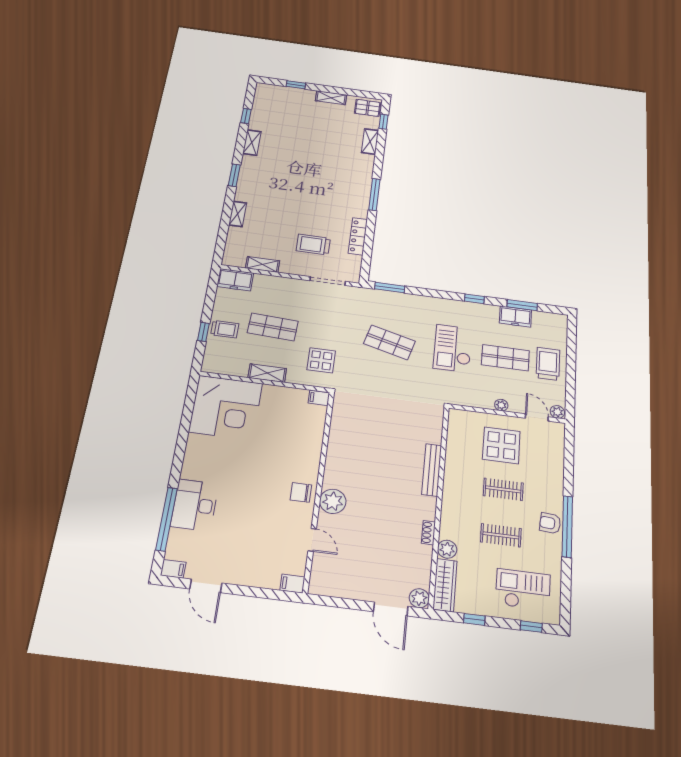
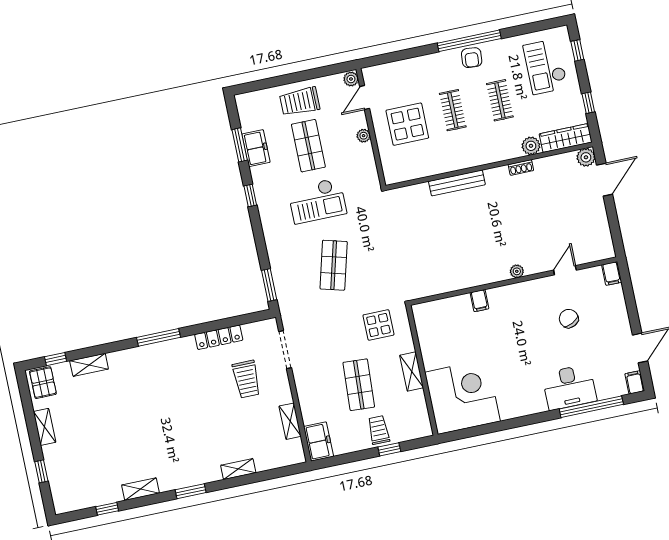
filing cabinet: (319, 398) -> (479, 301), moved
chair: (301, 492) -> (569, 319), moved, turned 153
plant: (333, 501) -> (517, 271), width x0.53, depth x0.53

